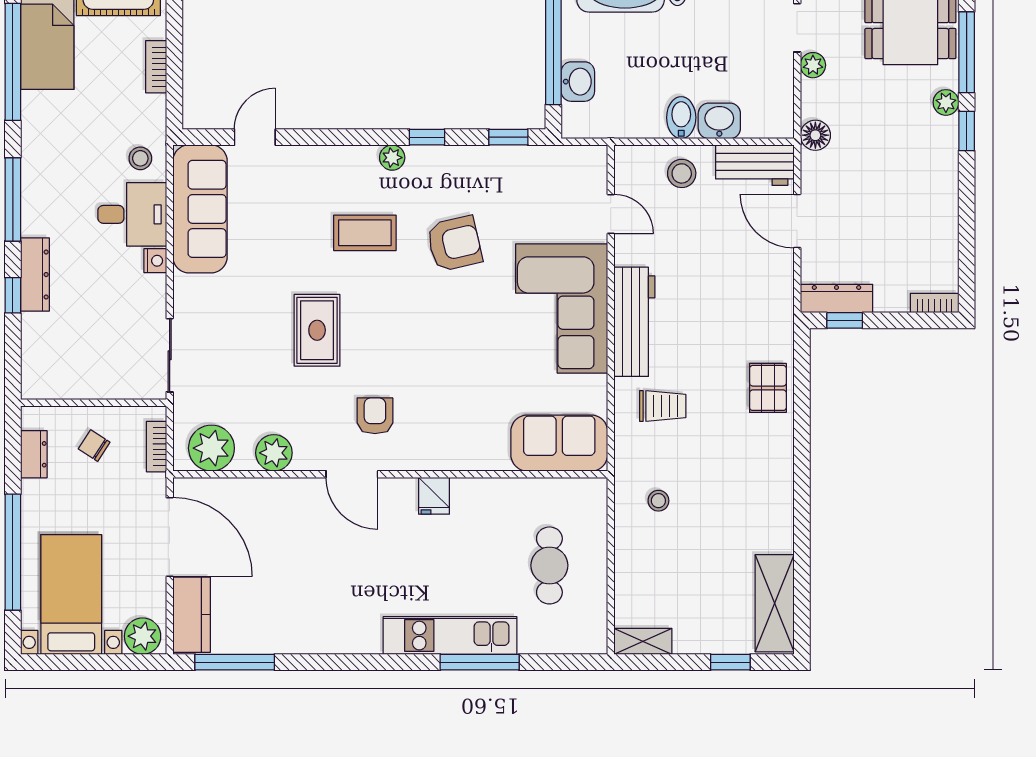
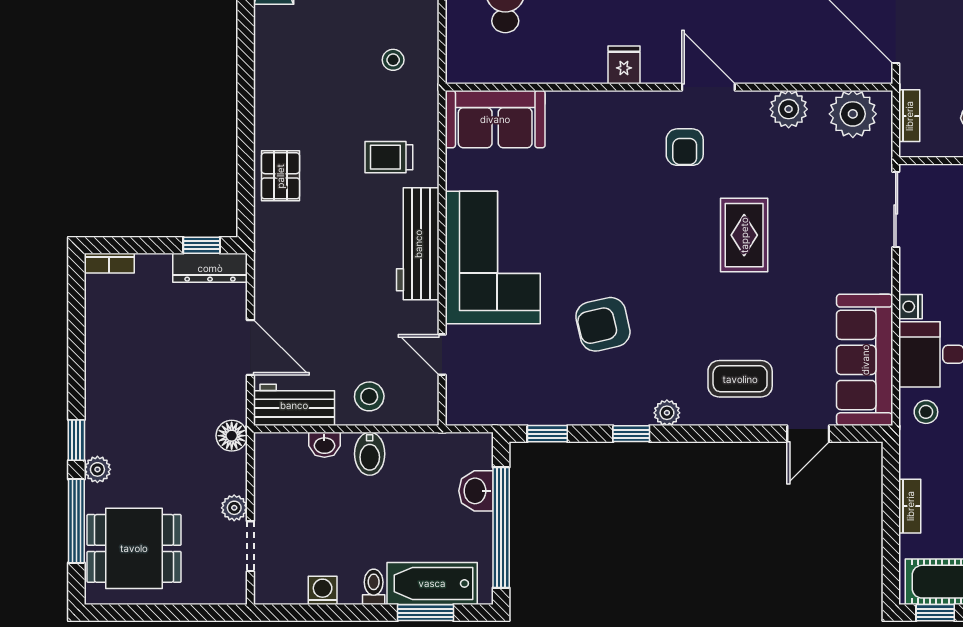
washbasin: (719, 121) -> (324, 445), width x0.72, depth x0.69
coffee table: (365, 233) -> (740, 379), moved

